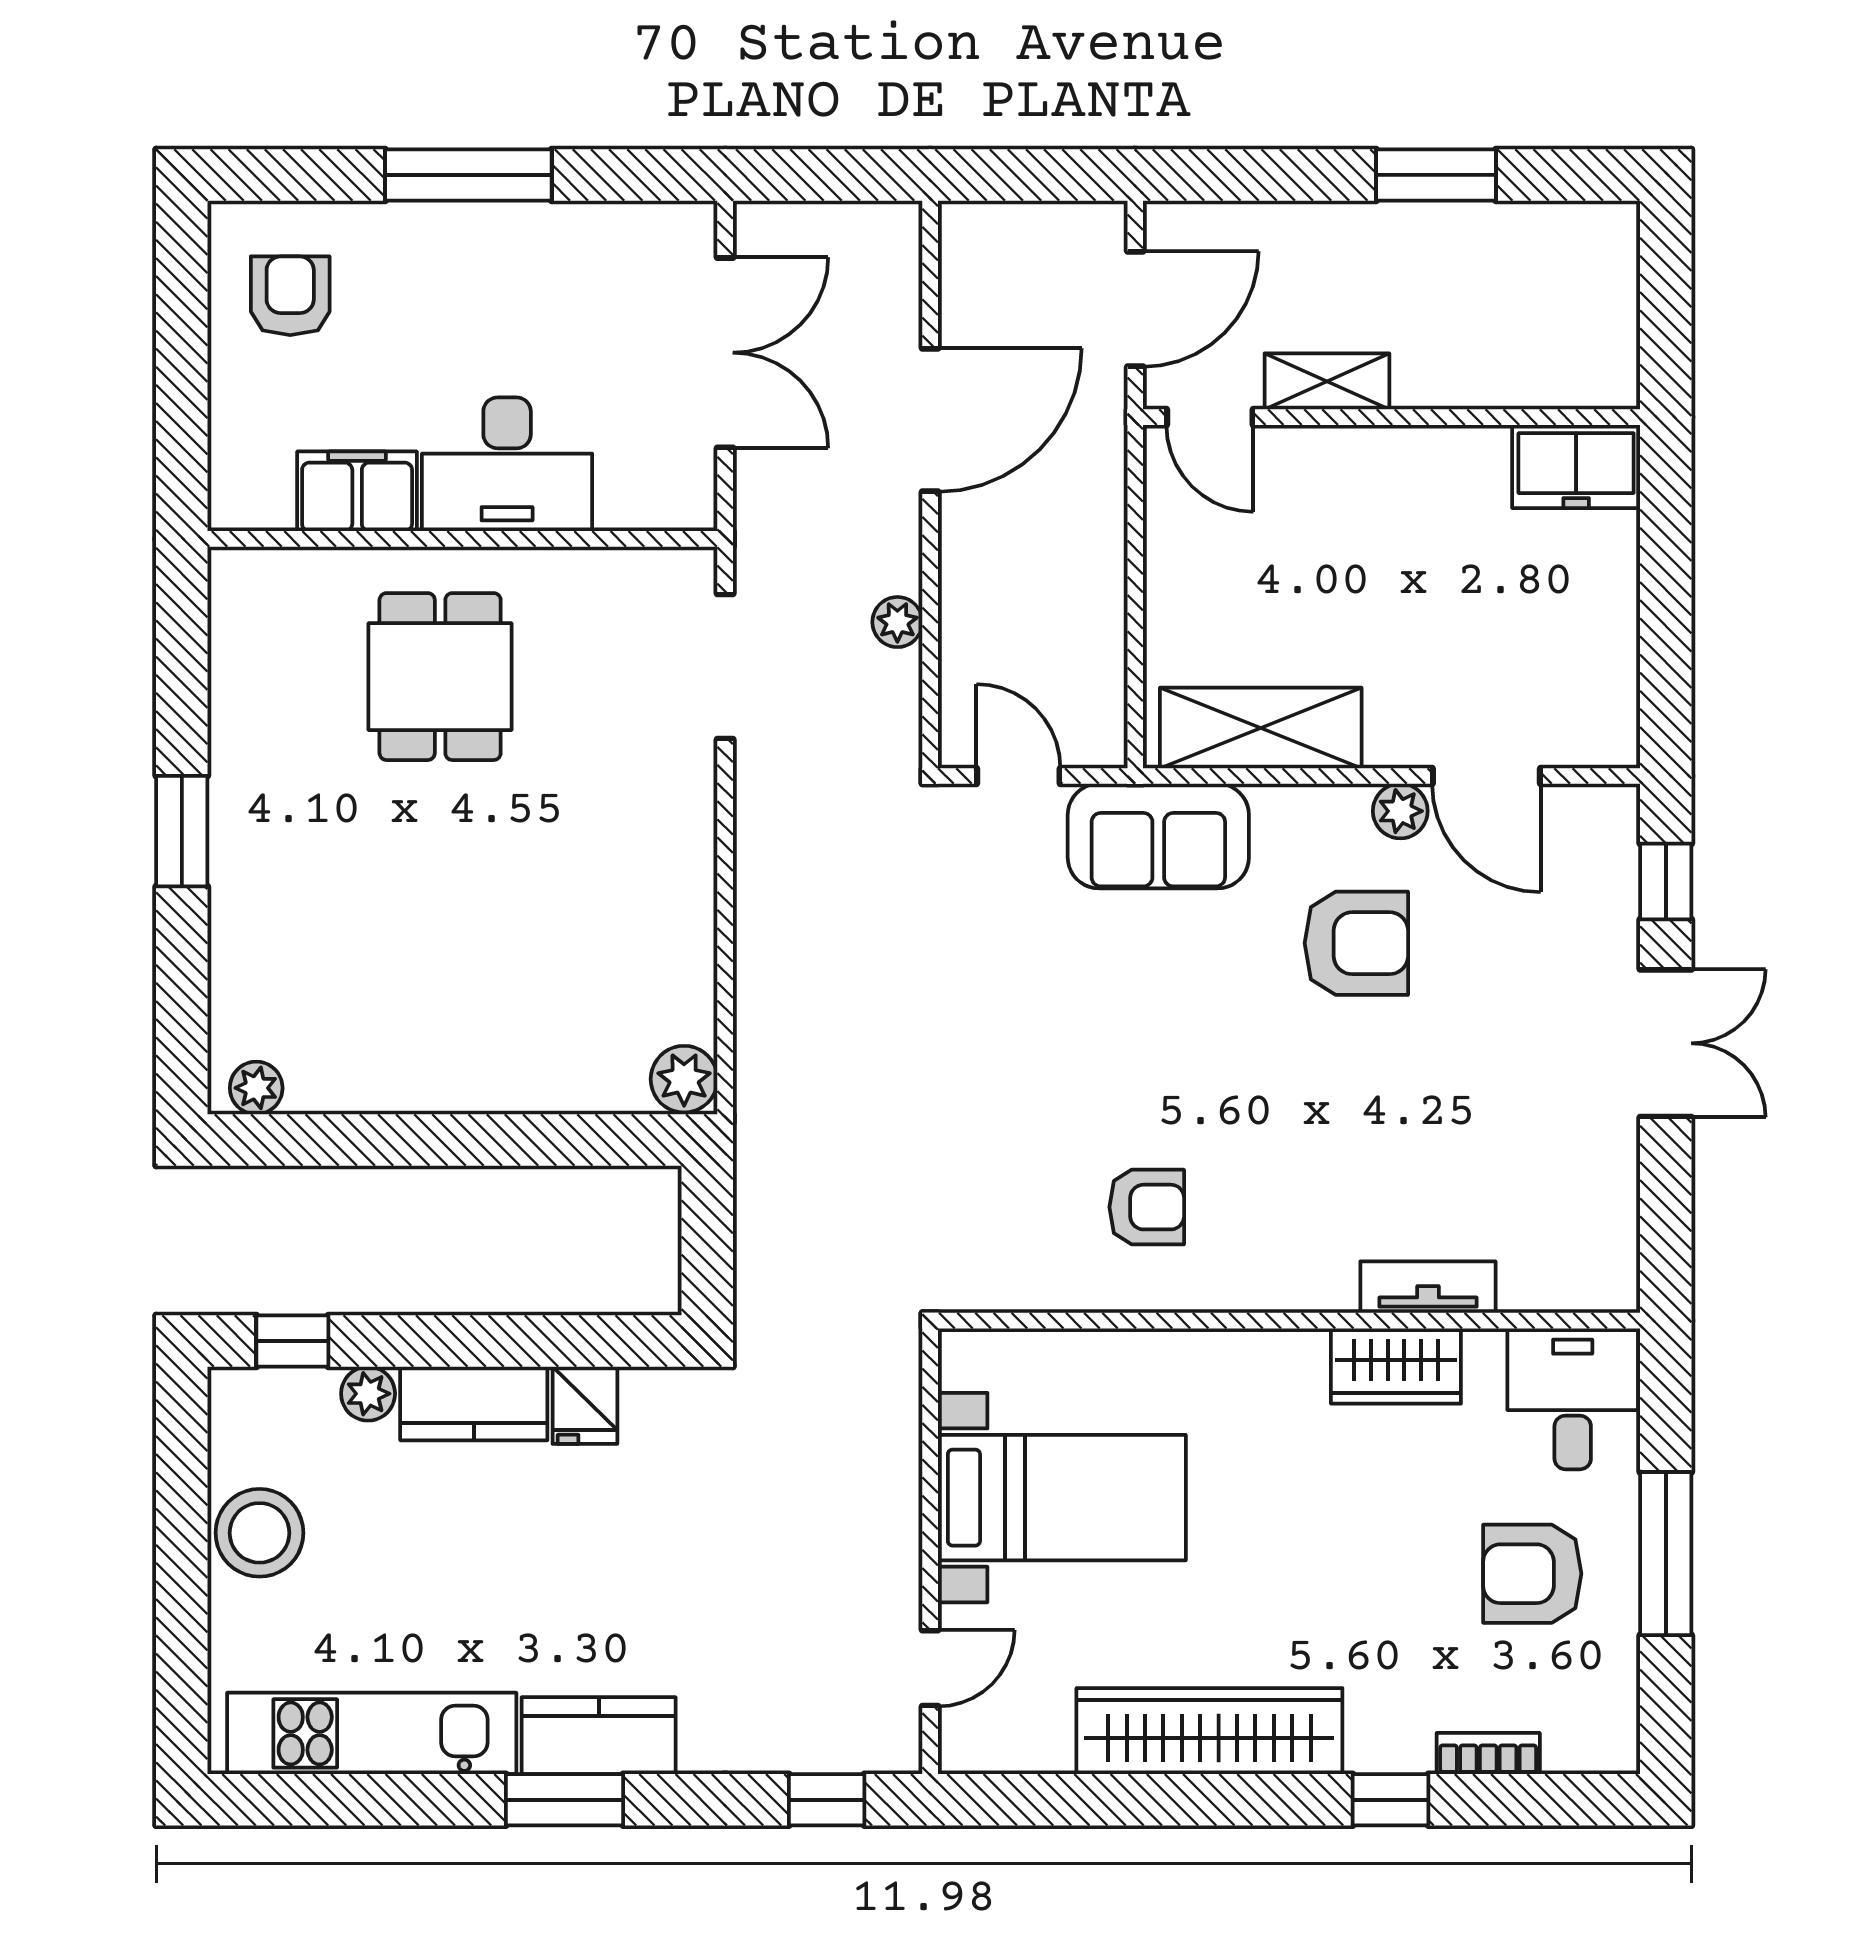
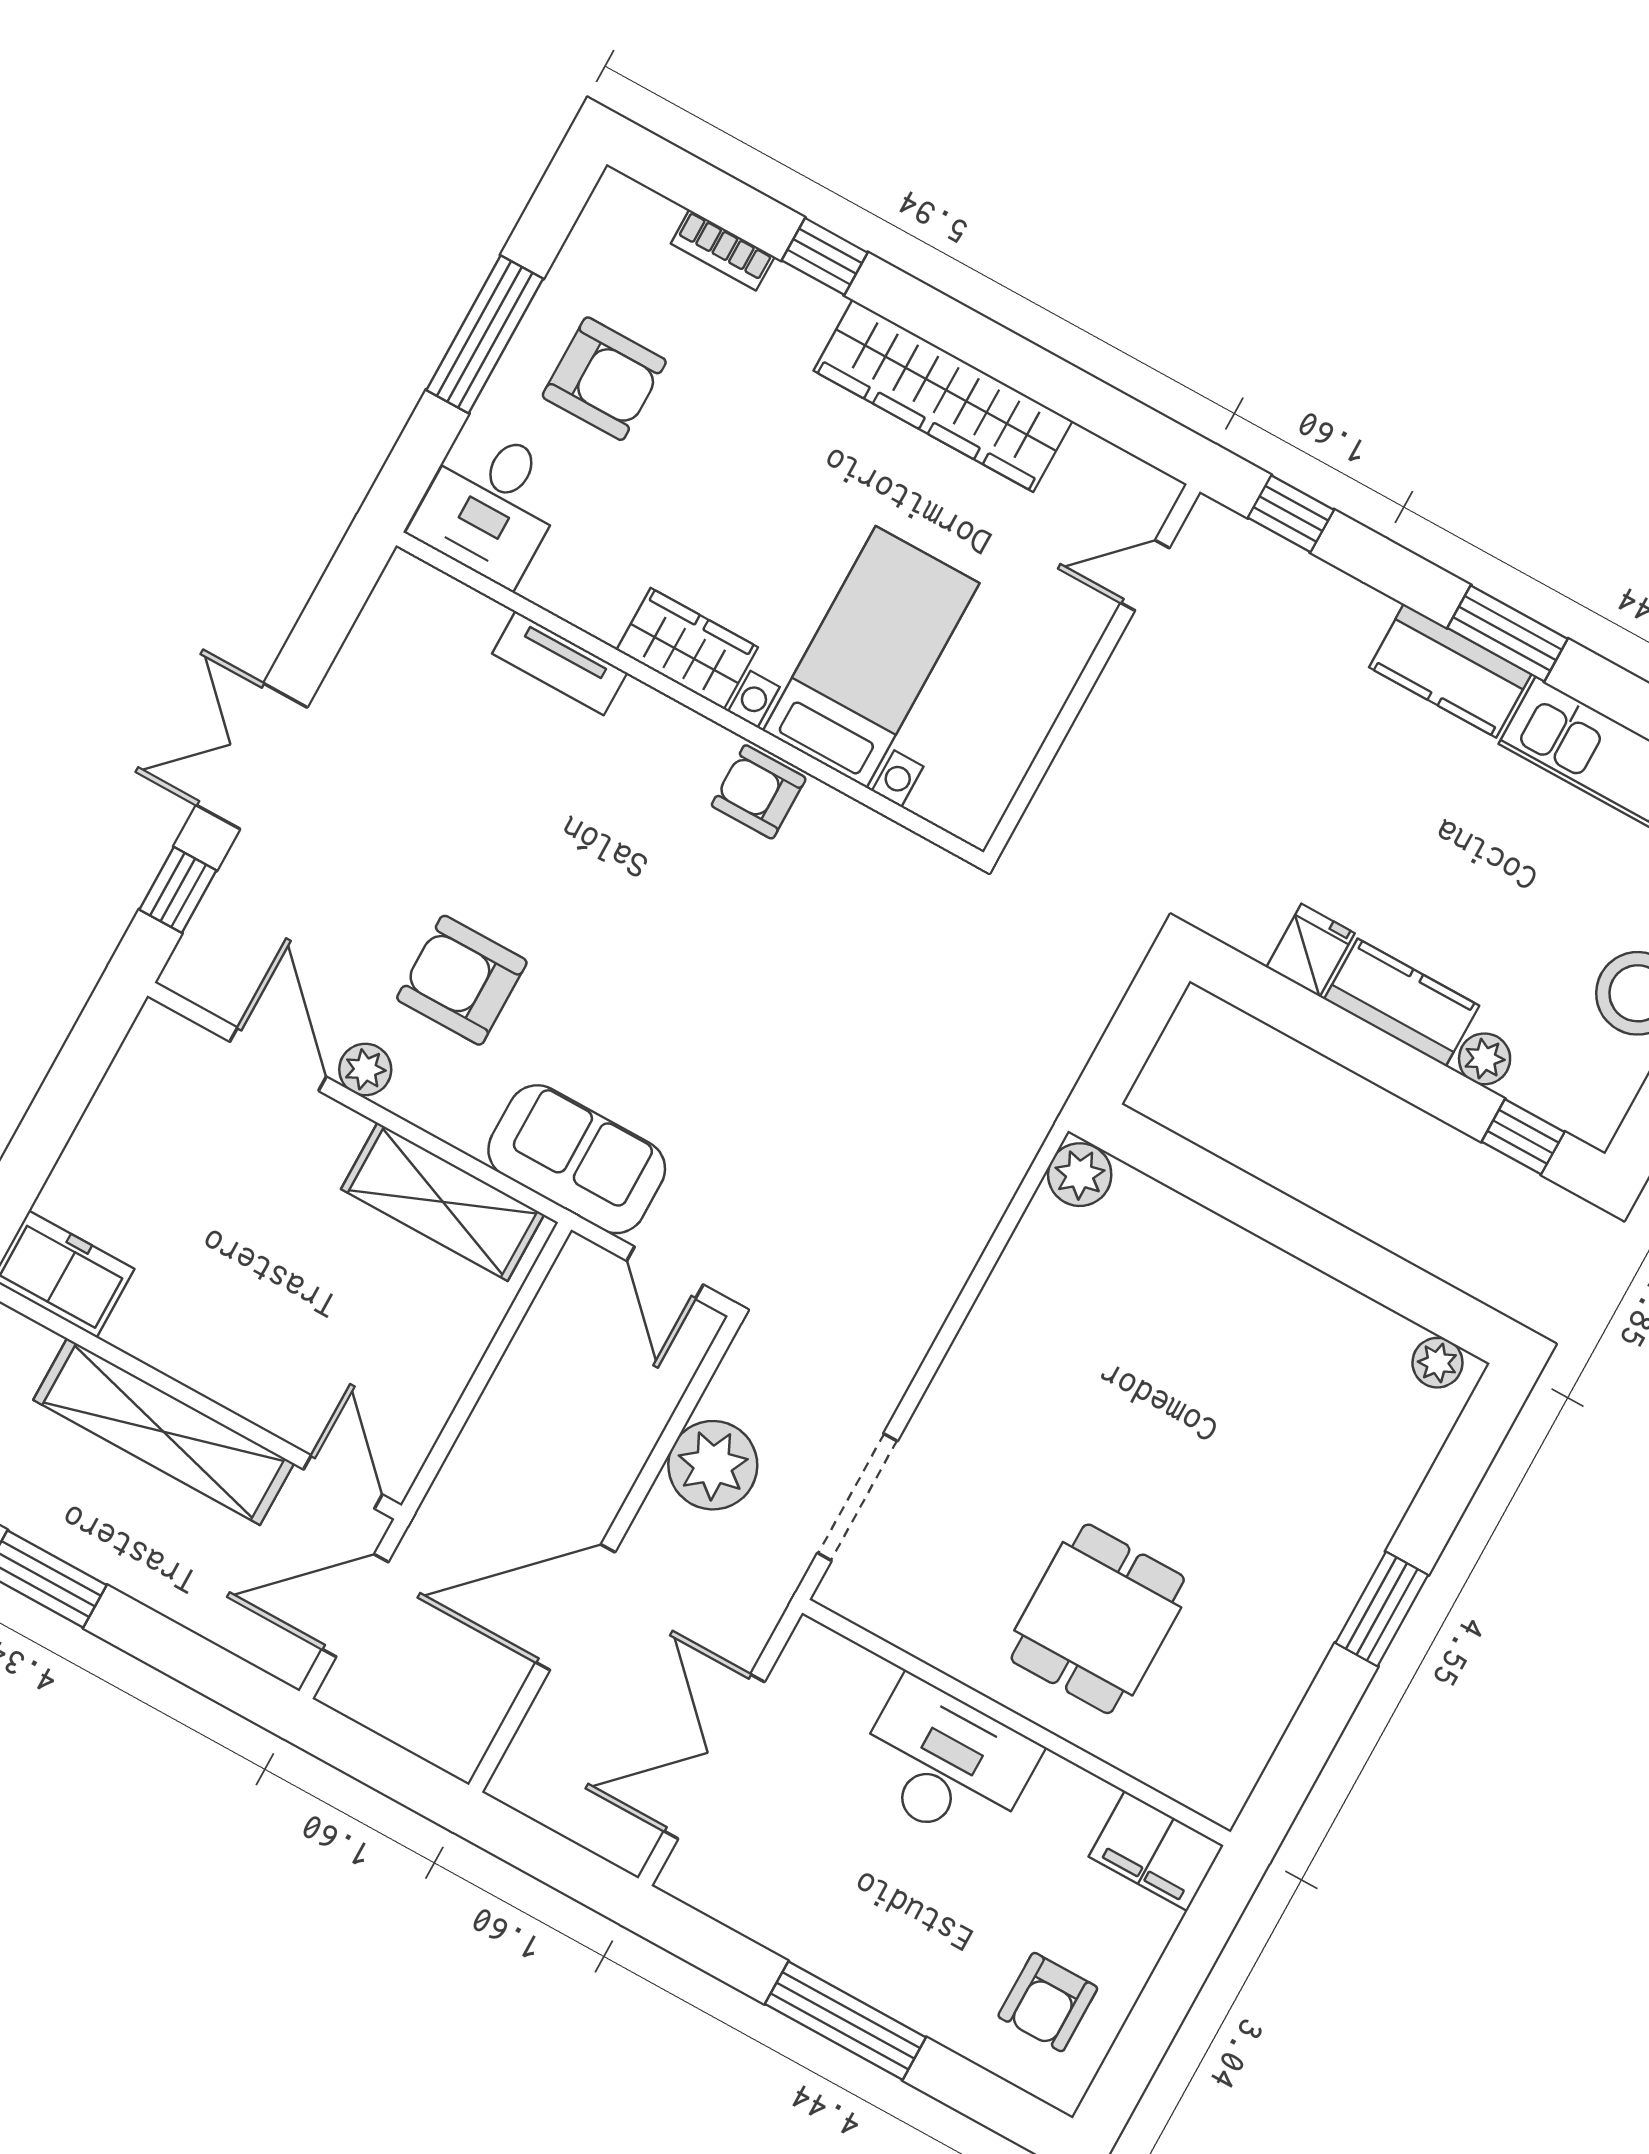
shelving: (1327, 381) -> (164, 1432), width x2.20, depth x1.33
filing cabinet: (357, 491) -> (1156, 1851), moved
plant: (897, 622) -> (713, 1465), width x1.88, depth x1.88
armchair: (1147, 1207) -> (759, 792), moved
wardrobe: (1396, 1366) -> (687, 649), moved
bed with nightstands: (1062, 1498) -> (871, 657), moved, turned 90

